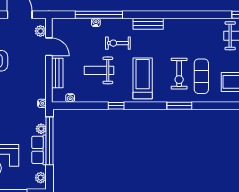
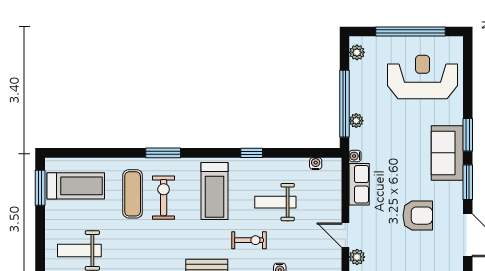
weight bench: (99, 70) -> (275, 202), turned 180
bench: (57, 73) -> (334, 198), removed
row of seats: (39, 150) -> (359, 184), moved

